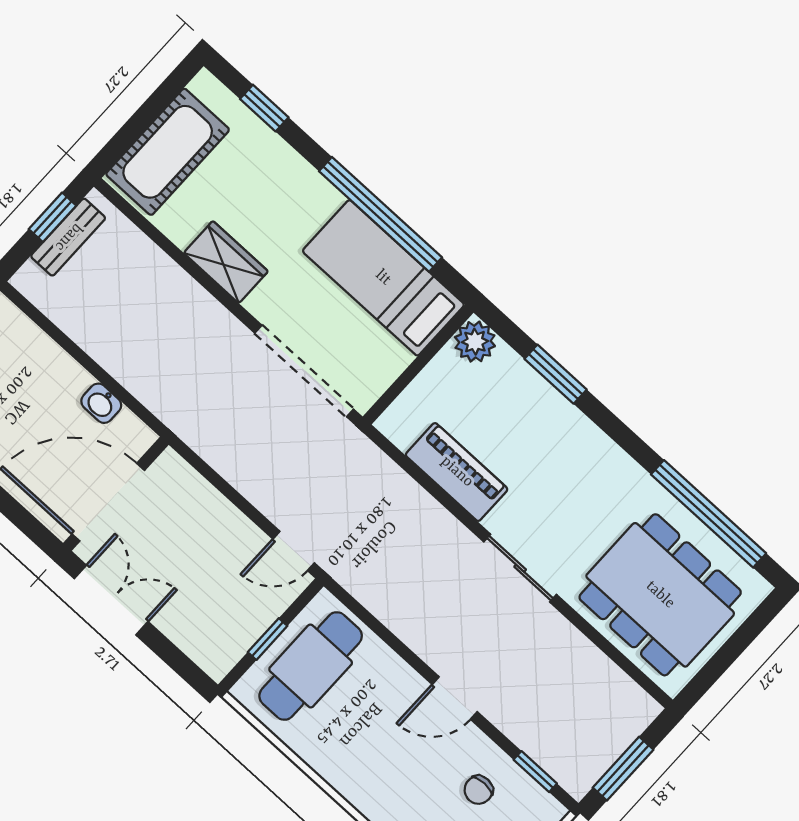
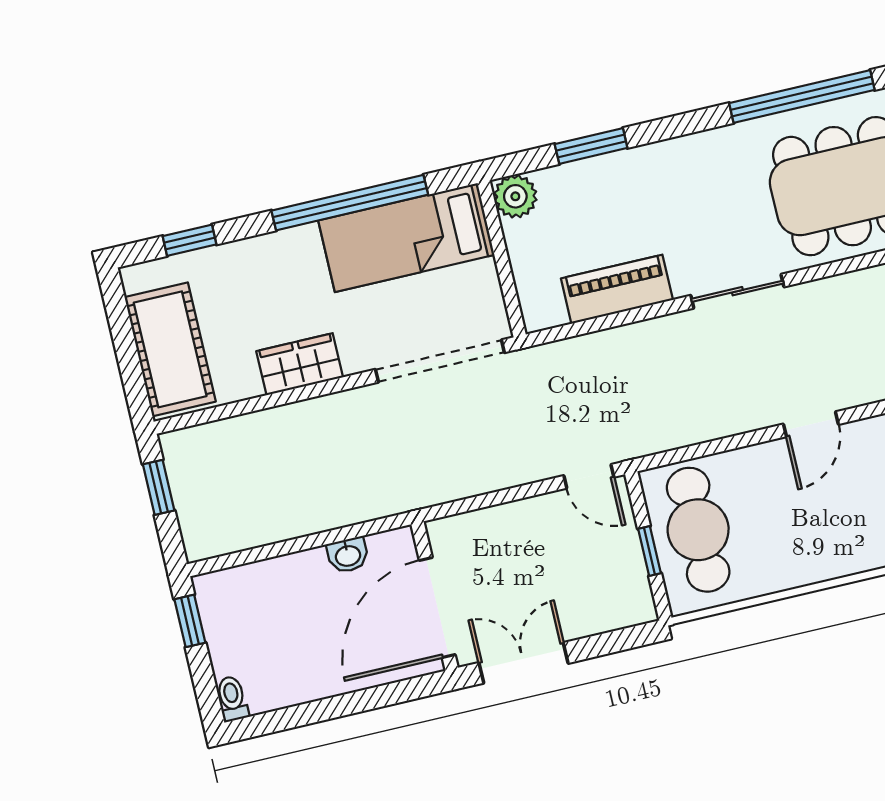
bench: (68, 237) -> (185, 486), removed
door: (294, 551) -> (589, 476), hinge flipped

